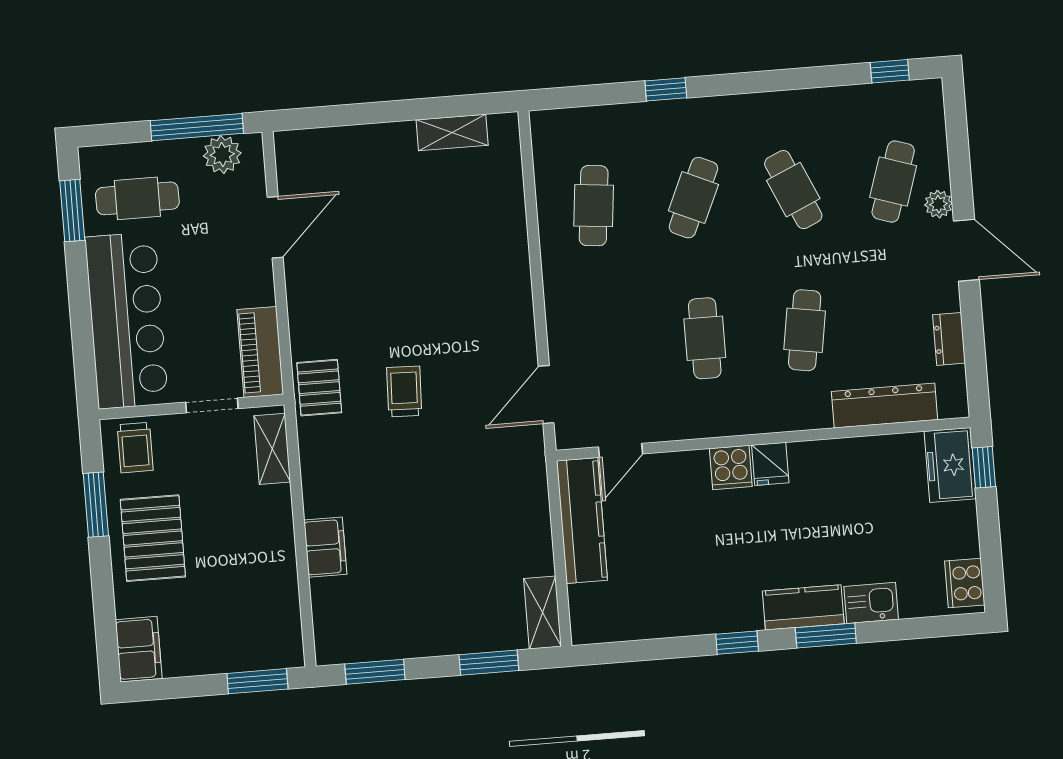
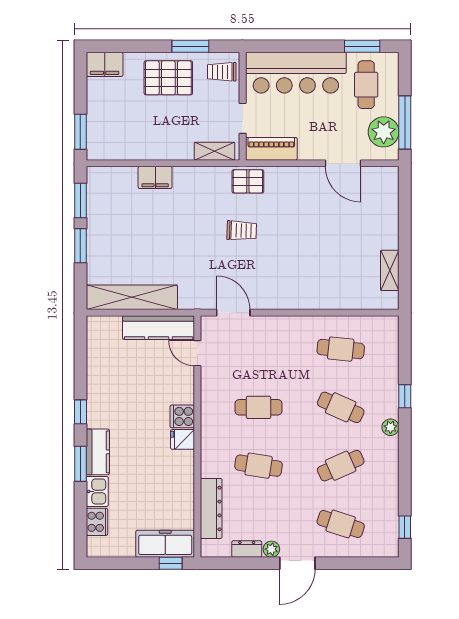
plant: (721, 110) -> (390, 427), added
plant: (222, 155) -> (384, 132), width x1.36, depth x1.36
plant: (938, 204) -> (271, 549), moved
freezer: (950, 465) -> (165, 544), width x1.40
cooker: (965, 583) -> (97, 522), moved, turned 90
shelving: (543, 612) -> (132, 297), width x2.20, depth x1.33
window: (489, 663) -> (80, 246), moved

